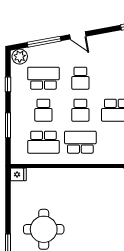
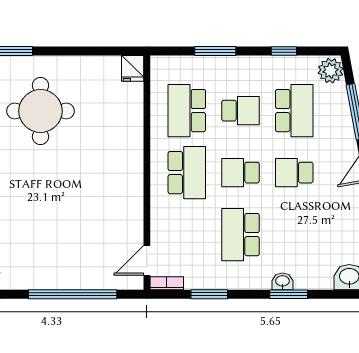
school desk: (43, 110) -> (241, 111), turned 180

